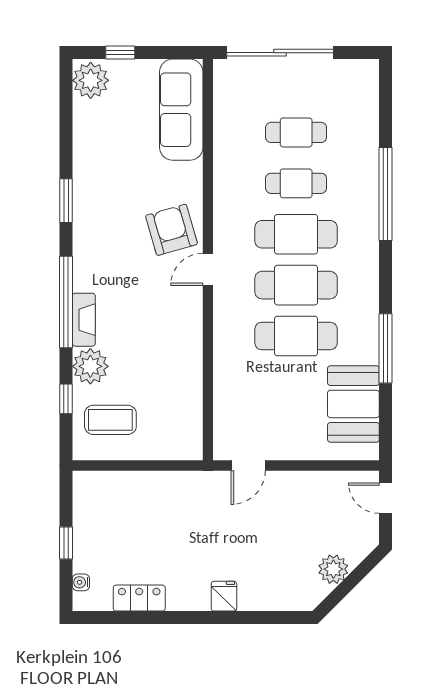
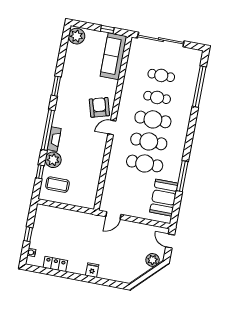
window: (120, 53) -> (107, 29), moved
window: (386, 194) -> (199, 87), moved
plant: (333, 569) -> (153, 260), moved

